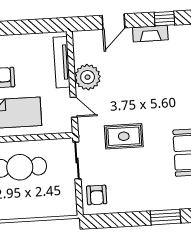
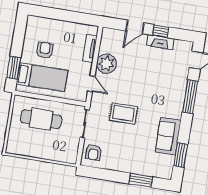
window: (164, 19) -> (160, 31), moved
tv unit: (62, 62) -> (90, 48), width x0.71

